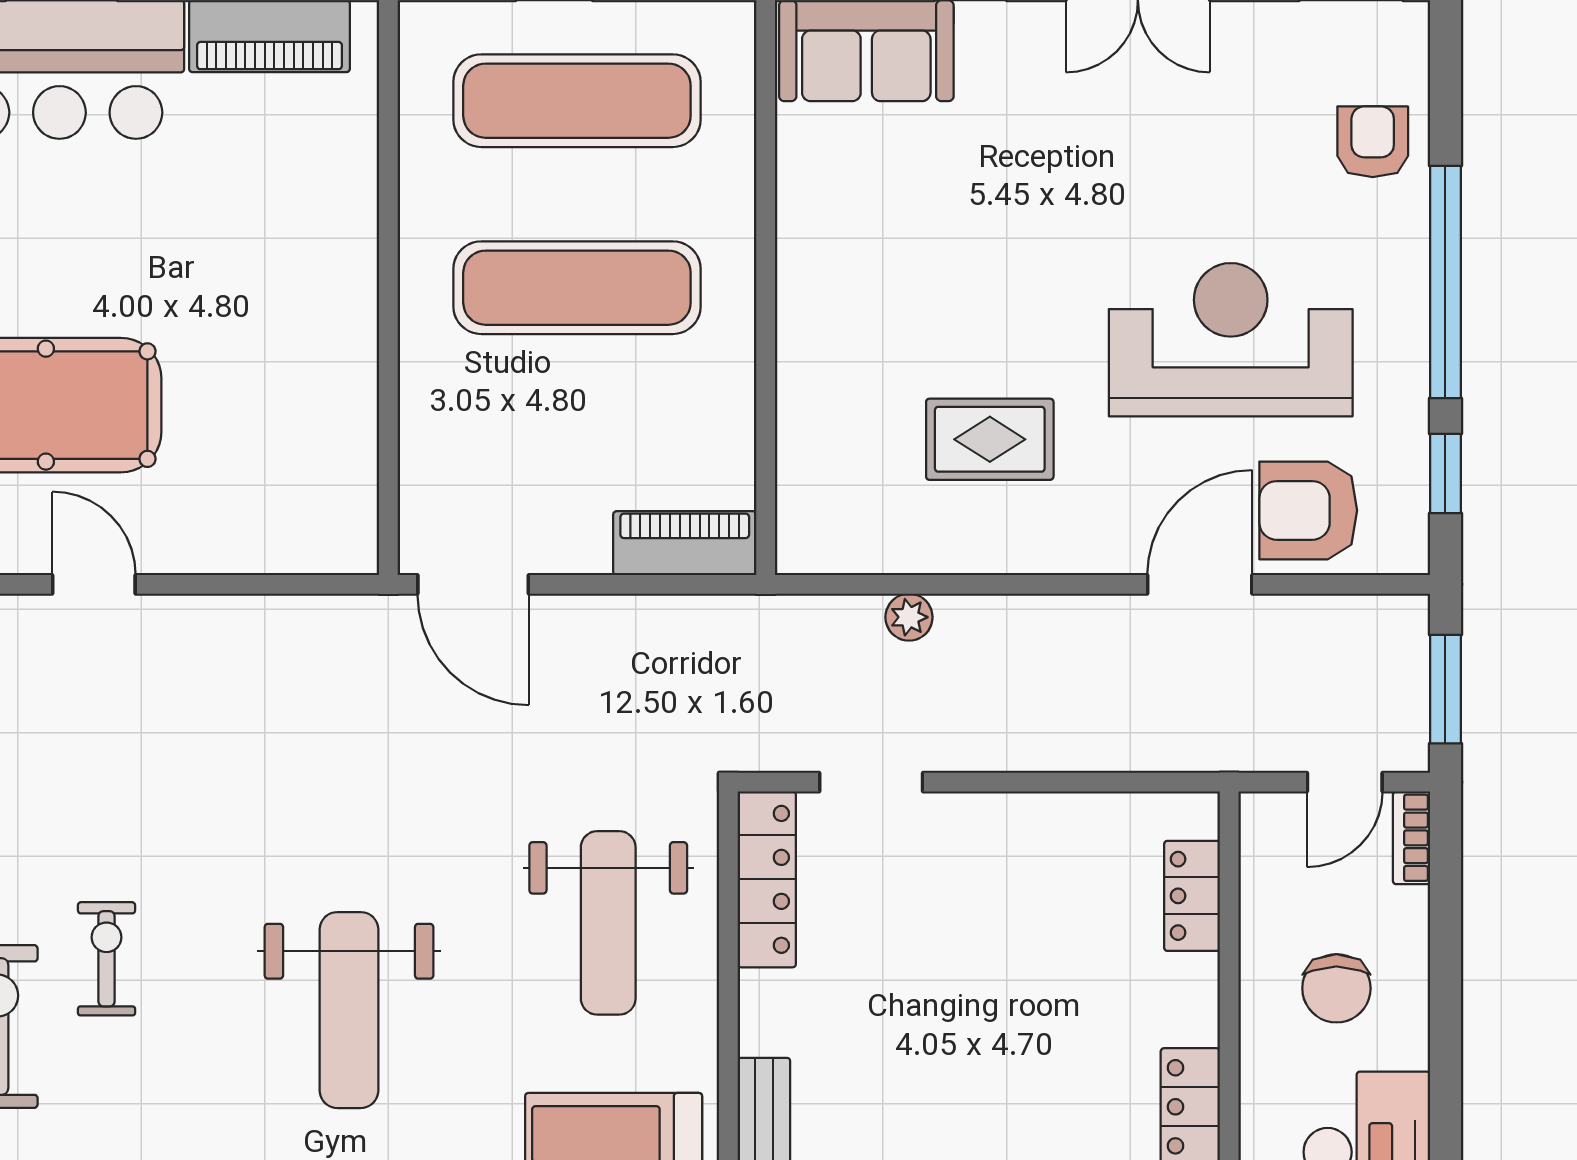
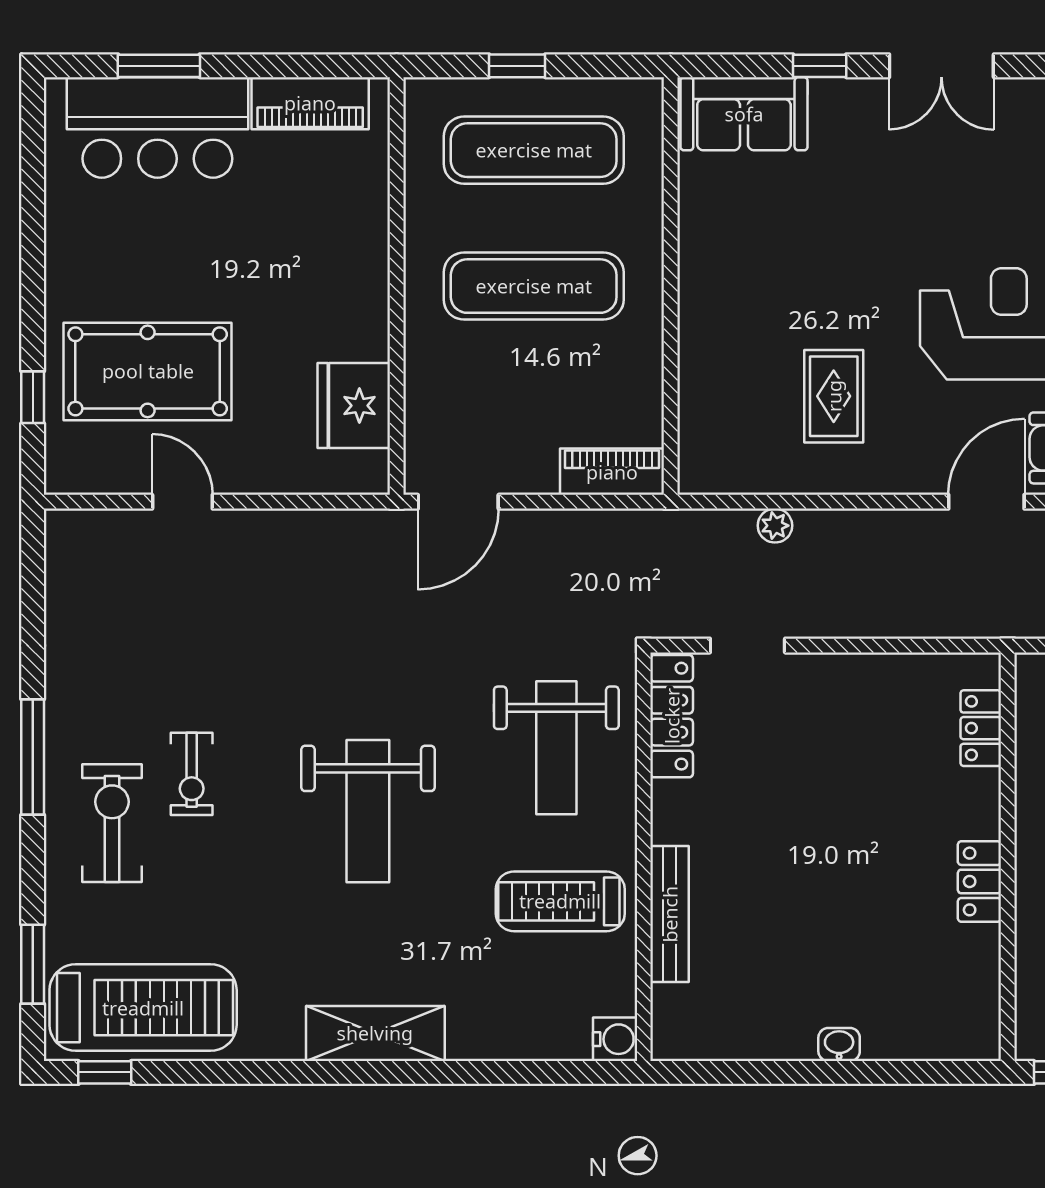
rug: (990, 439) -> (834, 396), turned 90
fridge: (329, 452) -> (354, 406), added
door: (473, 584) -> (458, 502), hinge flipped
exercise bike: (107, 959) -> (192, 774), turned 180

